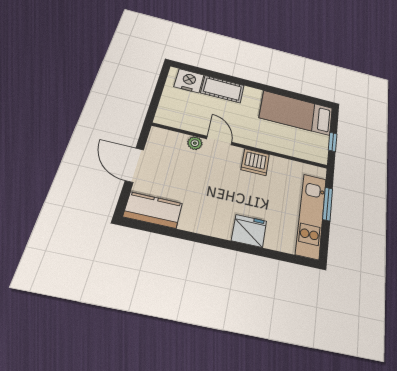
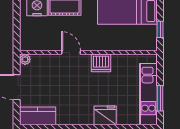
plant: (195, 143) -> (25, 59), moved
window: (328, 204) -> (160, 98), moved

